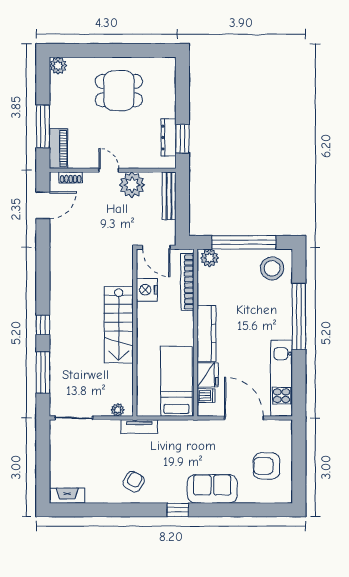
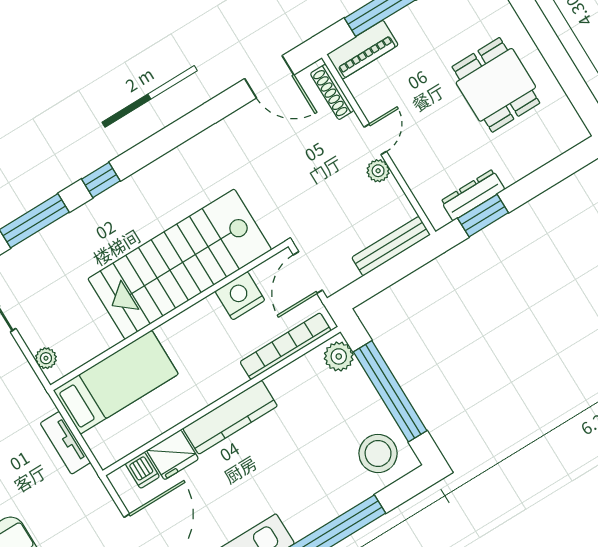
shoe rack: (71, 177) -> (332, 92), width x1.43
plant: (132, 185) -> (378, 171), width x0.53, depth x0.53
stairs: (119, 325) -> (180, 264), width x1.36, depth x1.51
bed: (176, 381) -> (116, 382), moved
tv unit: (139, 427) -> (65, 443), moved

